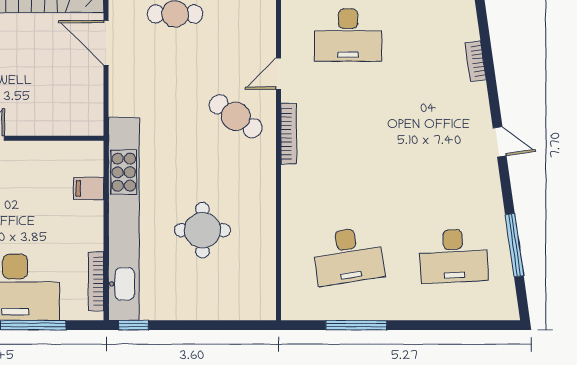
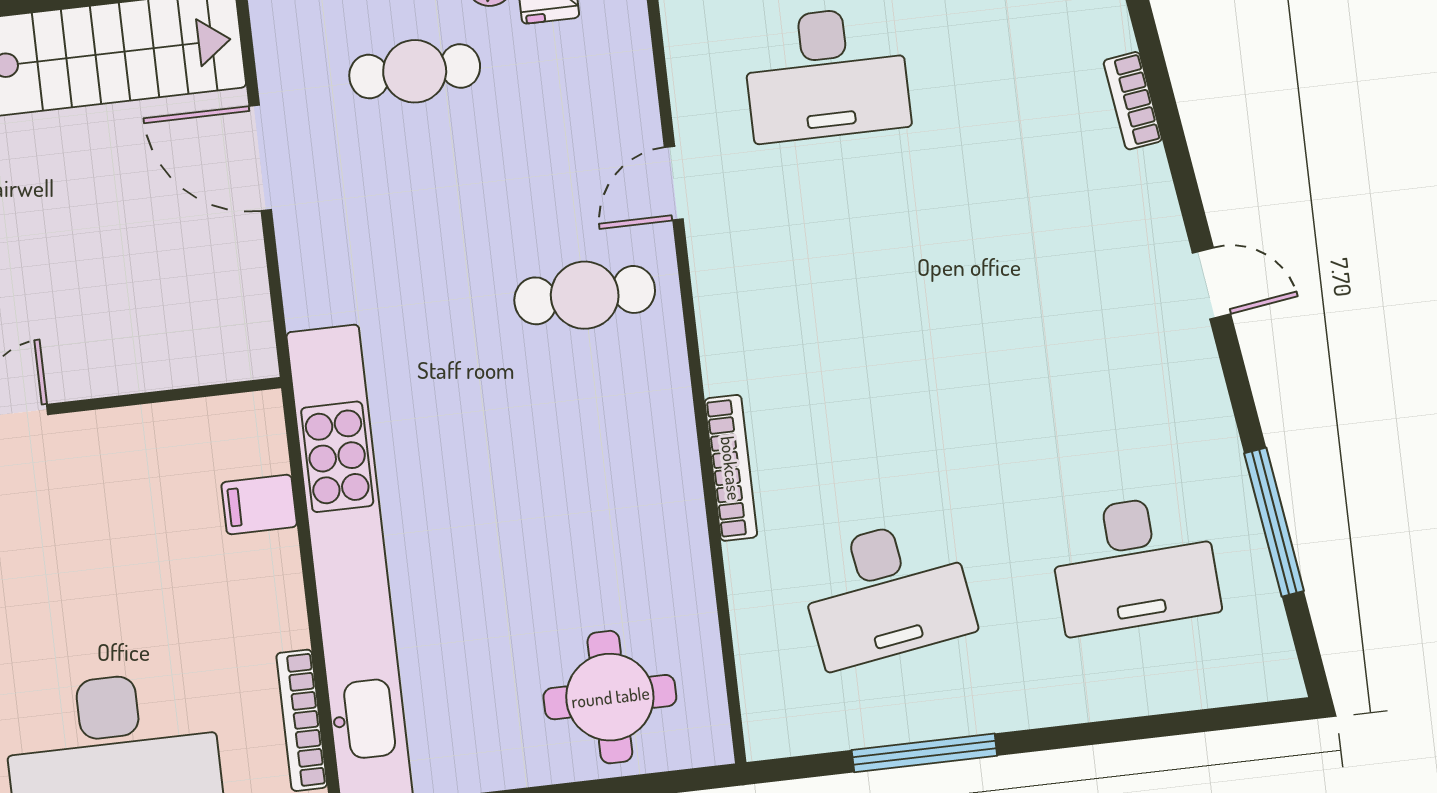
cafe table: (236, 116) -> (585, 295), turned -35
bookcase: (289, 134) -> (731, 468), moved
round table: (202, 230) -> (610, 697), moved

